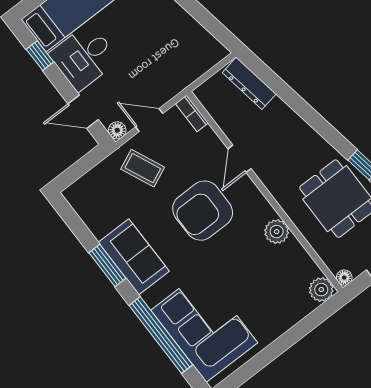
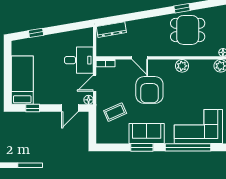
desk: (84, 57) -> (79, 60), moved, turned -90
coffee table: (143, 168) -> (115, 112), moved

